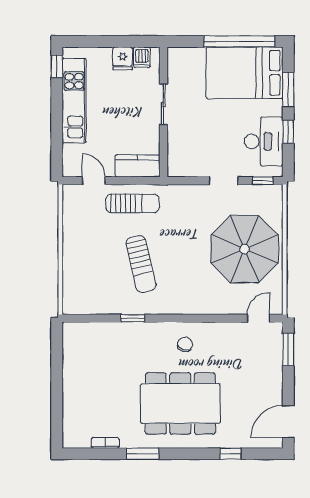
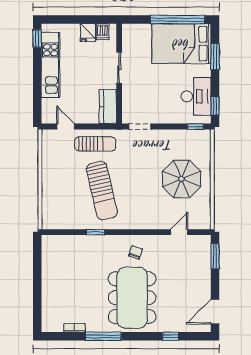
window: (288, 132) -> (215, 106), moved
kitchen counter: (138, 166) -> (108, 107), moved, turned -90
doorway: (224, 181) -> (140, 126), moved
parasol: (245, 249) -> (182, 179), width x0.73, depth x0.73
sun lounger: (141, 264) -> (102, 191), width x1.36, depth x1.34
door: (258, 318) -> (179, 232), moved
dining table: (180, 403) -> (132, 298), turned 90
window: (143, 454) -> (103, 336), width x1.44

